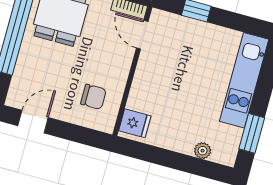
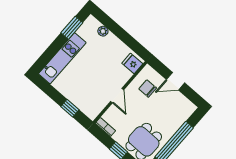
door: (142, 35) -> (117, 96), moved
door: (33, 122) -> (175, 81), moved

